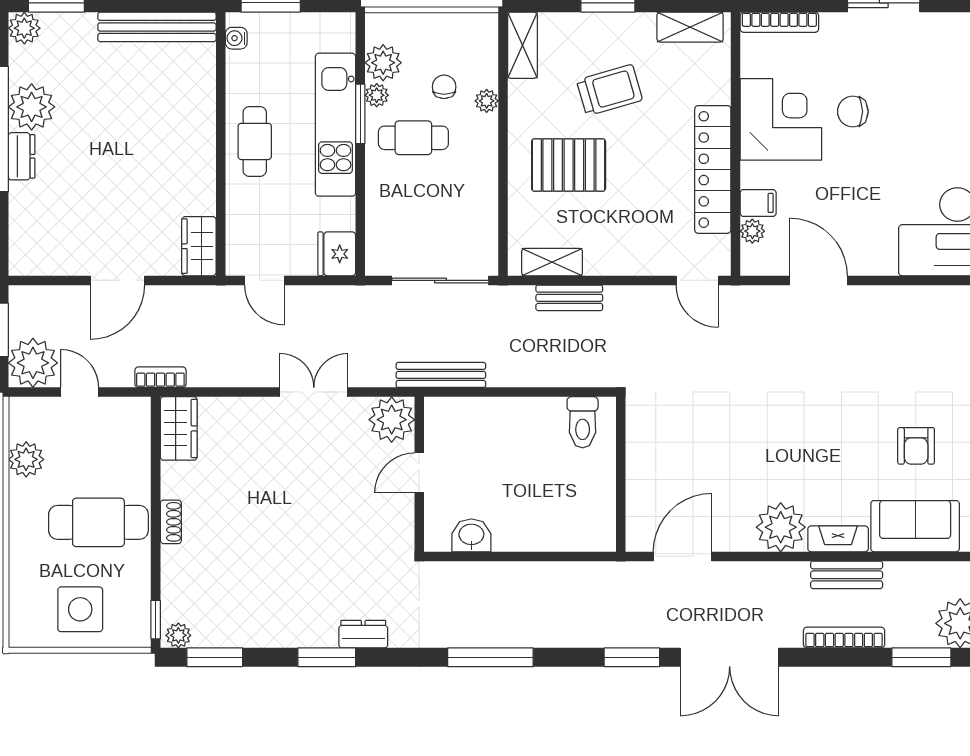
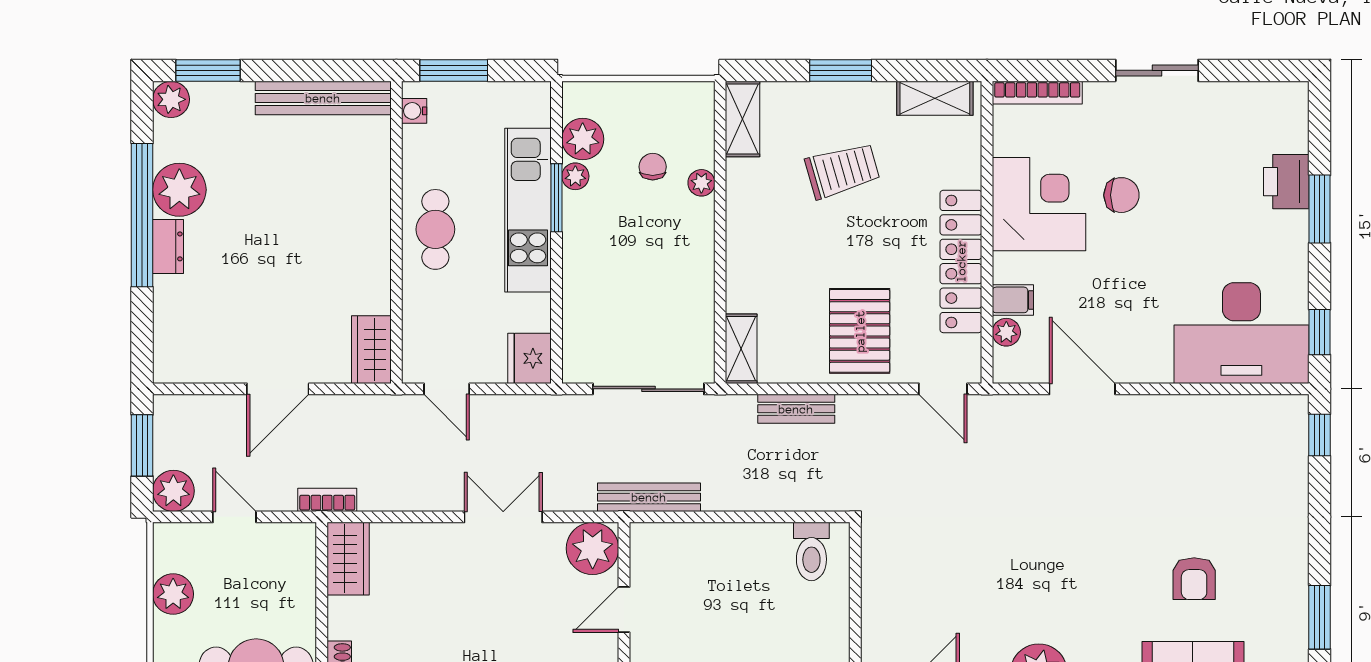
chair: (853, 112) -> (1121, 195), turned 180
cafe table: (413, 138) -> (617, 225), removed
pallet: (569, 165) -> (860, 331), moved, turned 90
shelving: (552, 262) -> (741, 349), moved, turned 90
plant: (33, 363) -> (173, 491), width x0.73, depth x0.73

